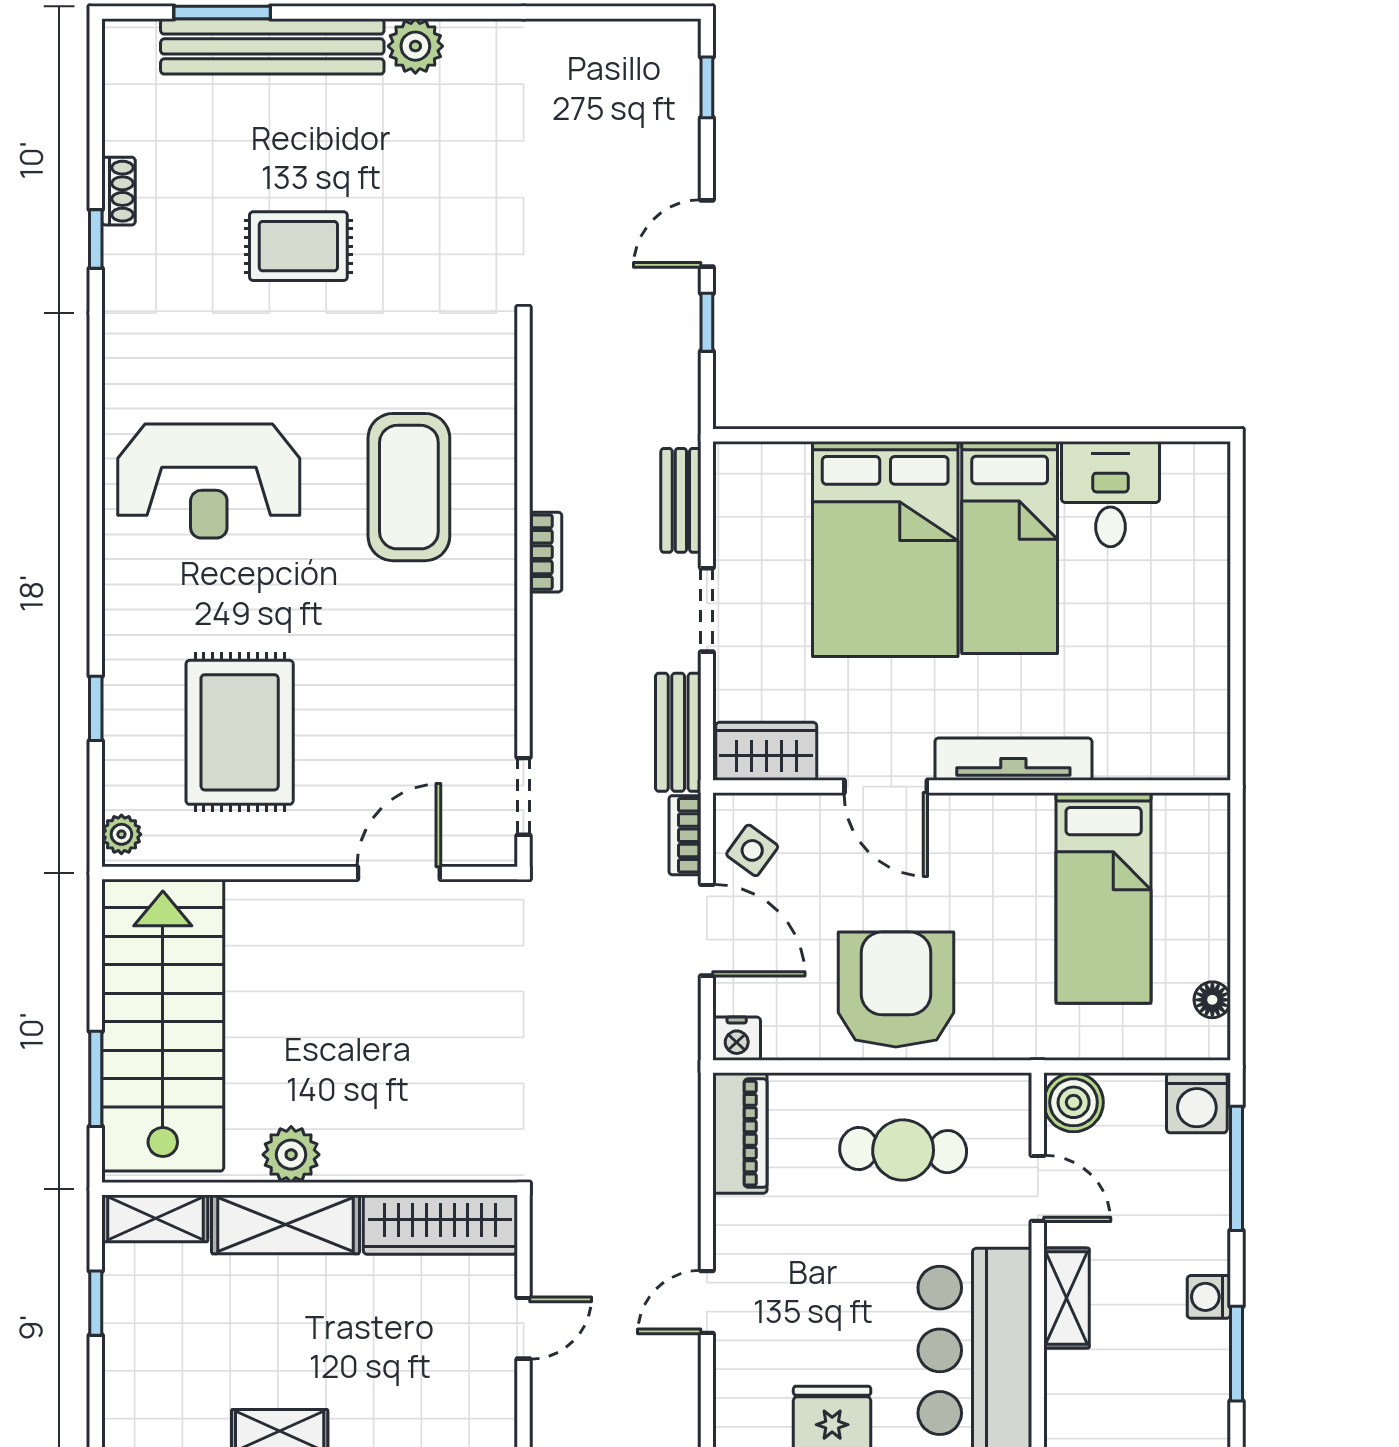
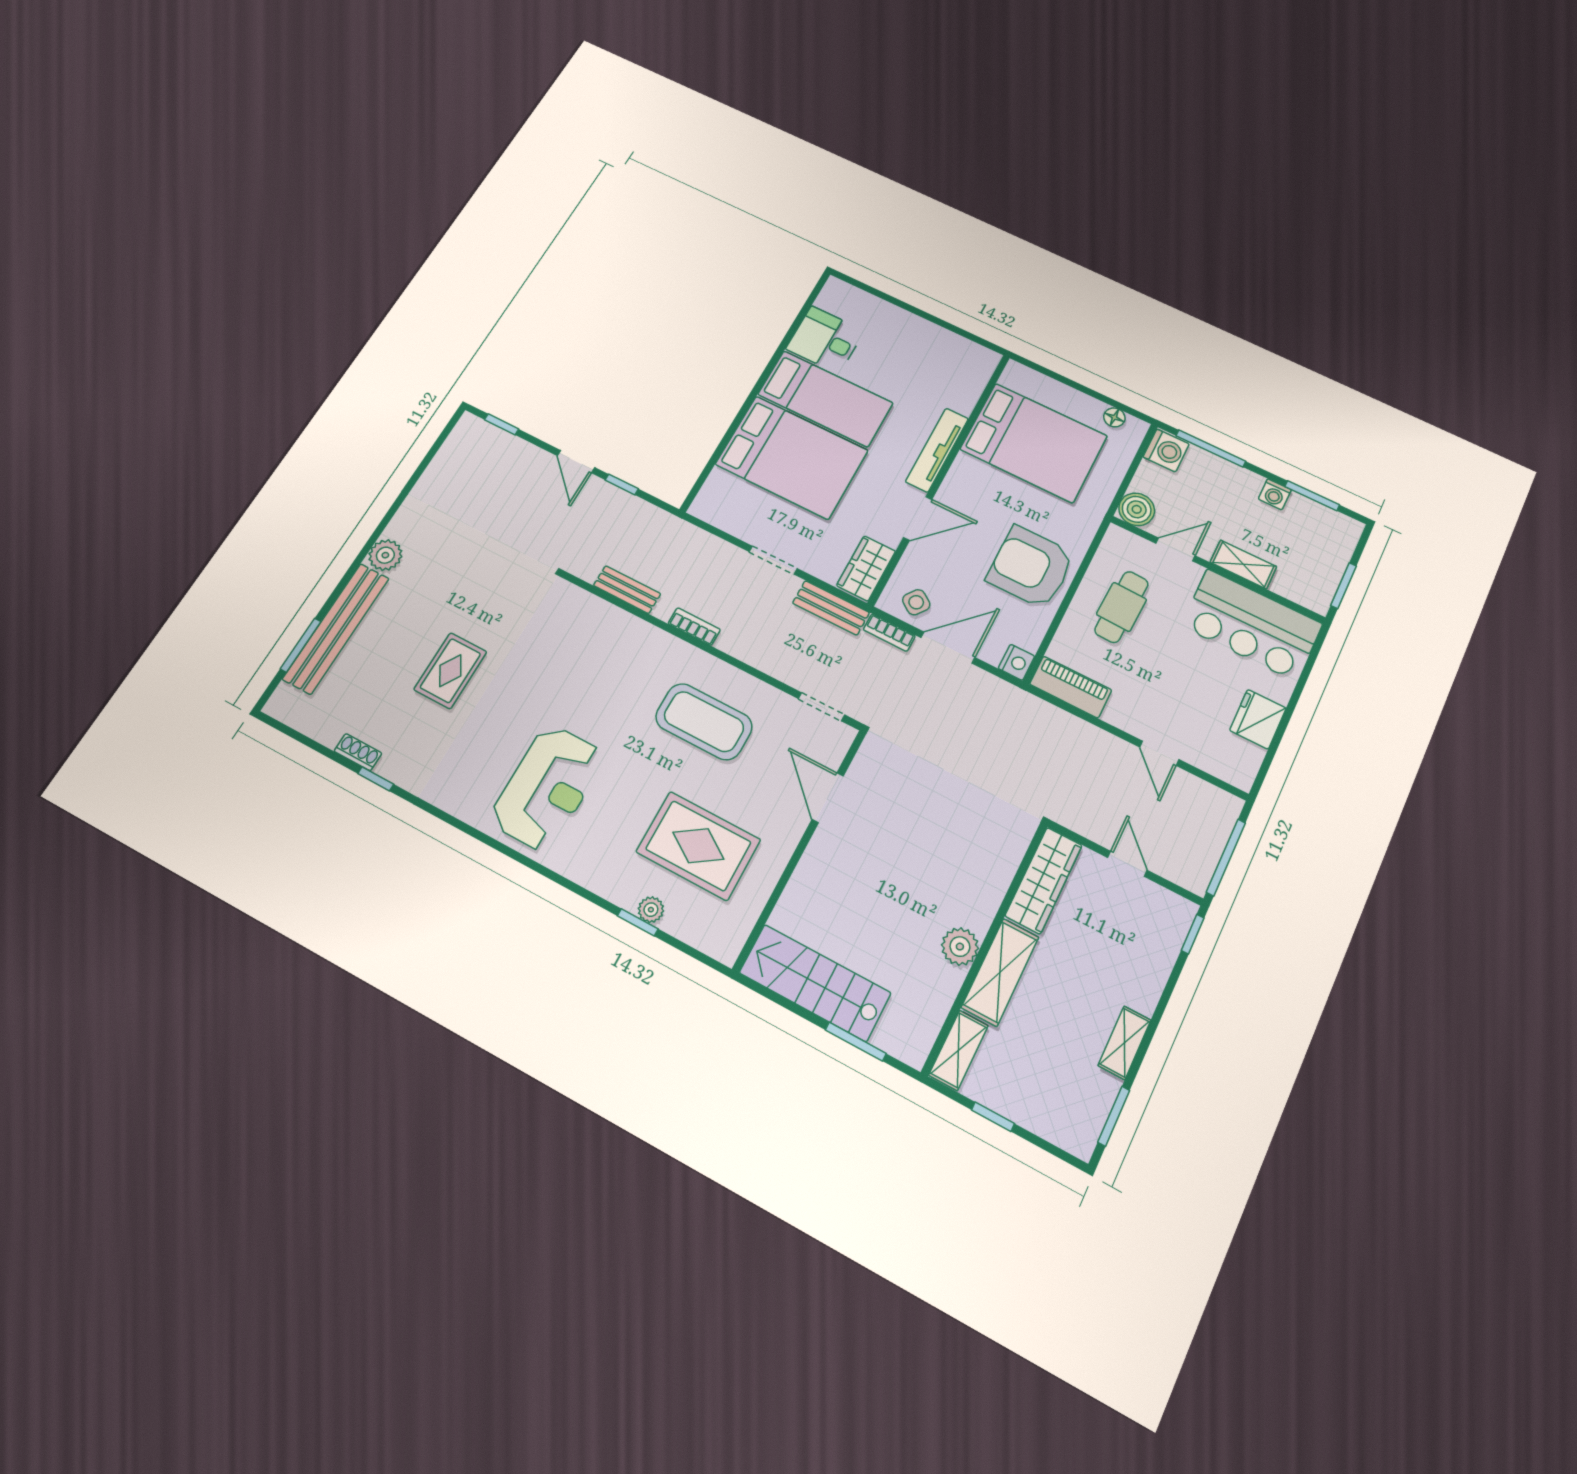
coffee table: (409, 487) -> (704, 722), moved
bench: (681, 500) -> (627, 590), moved
plant: (121, 834) -> (651, 910), moved
bed: (1104, 898) -> (1034, 443), width x1.50
stairs: (163, 1025) -> (815, 983), width x0.73, depth x0.66

